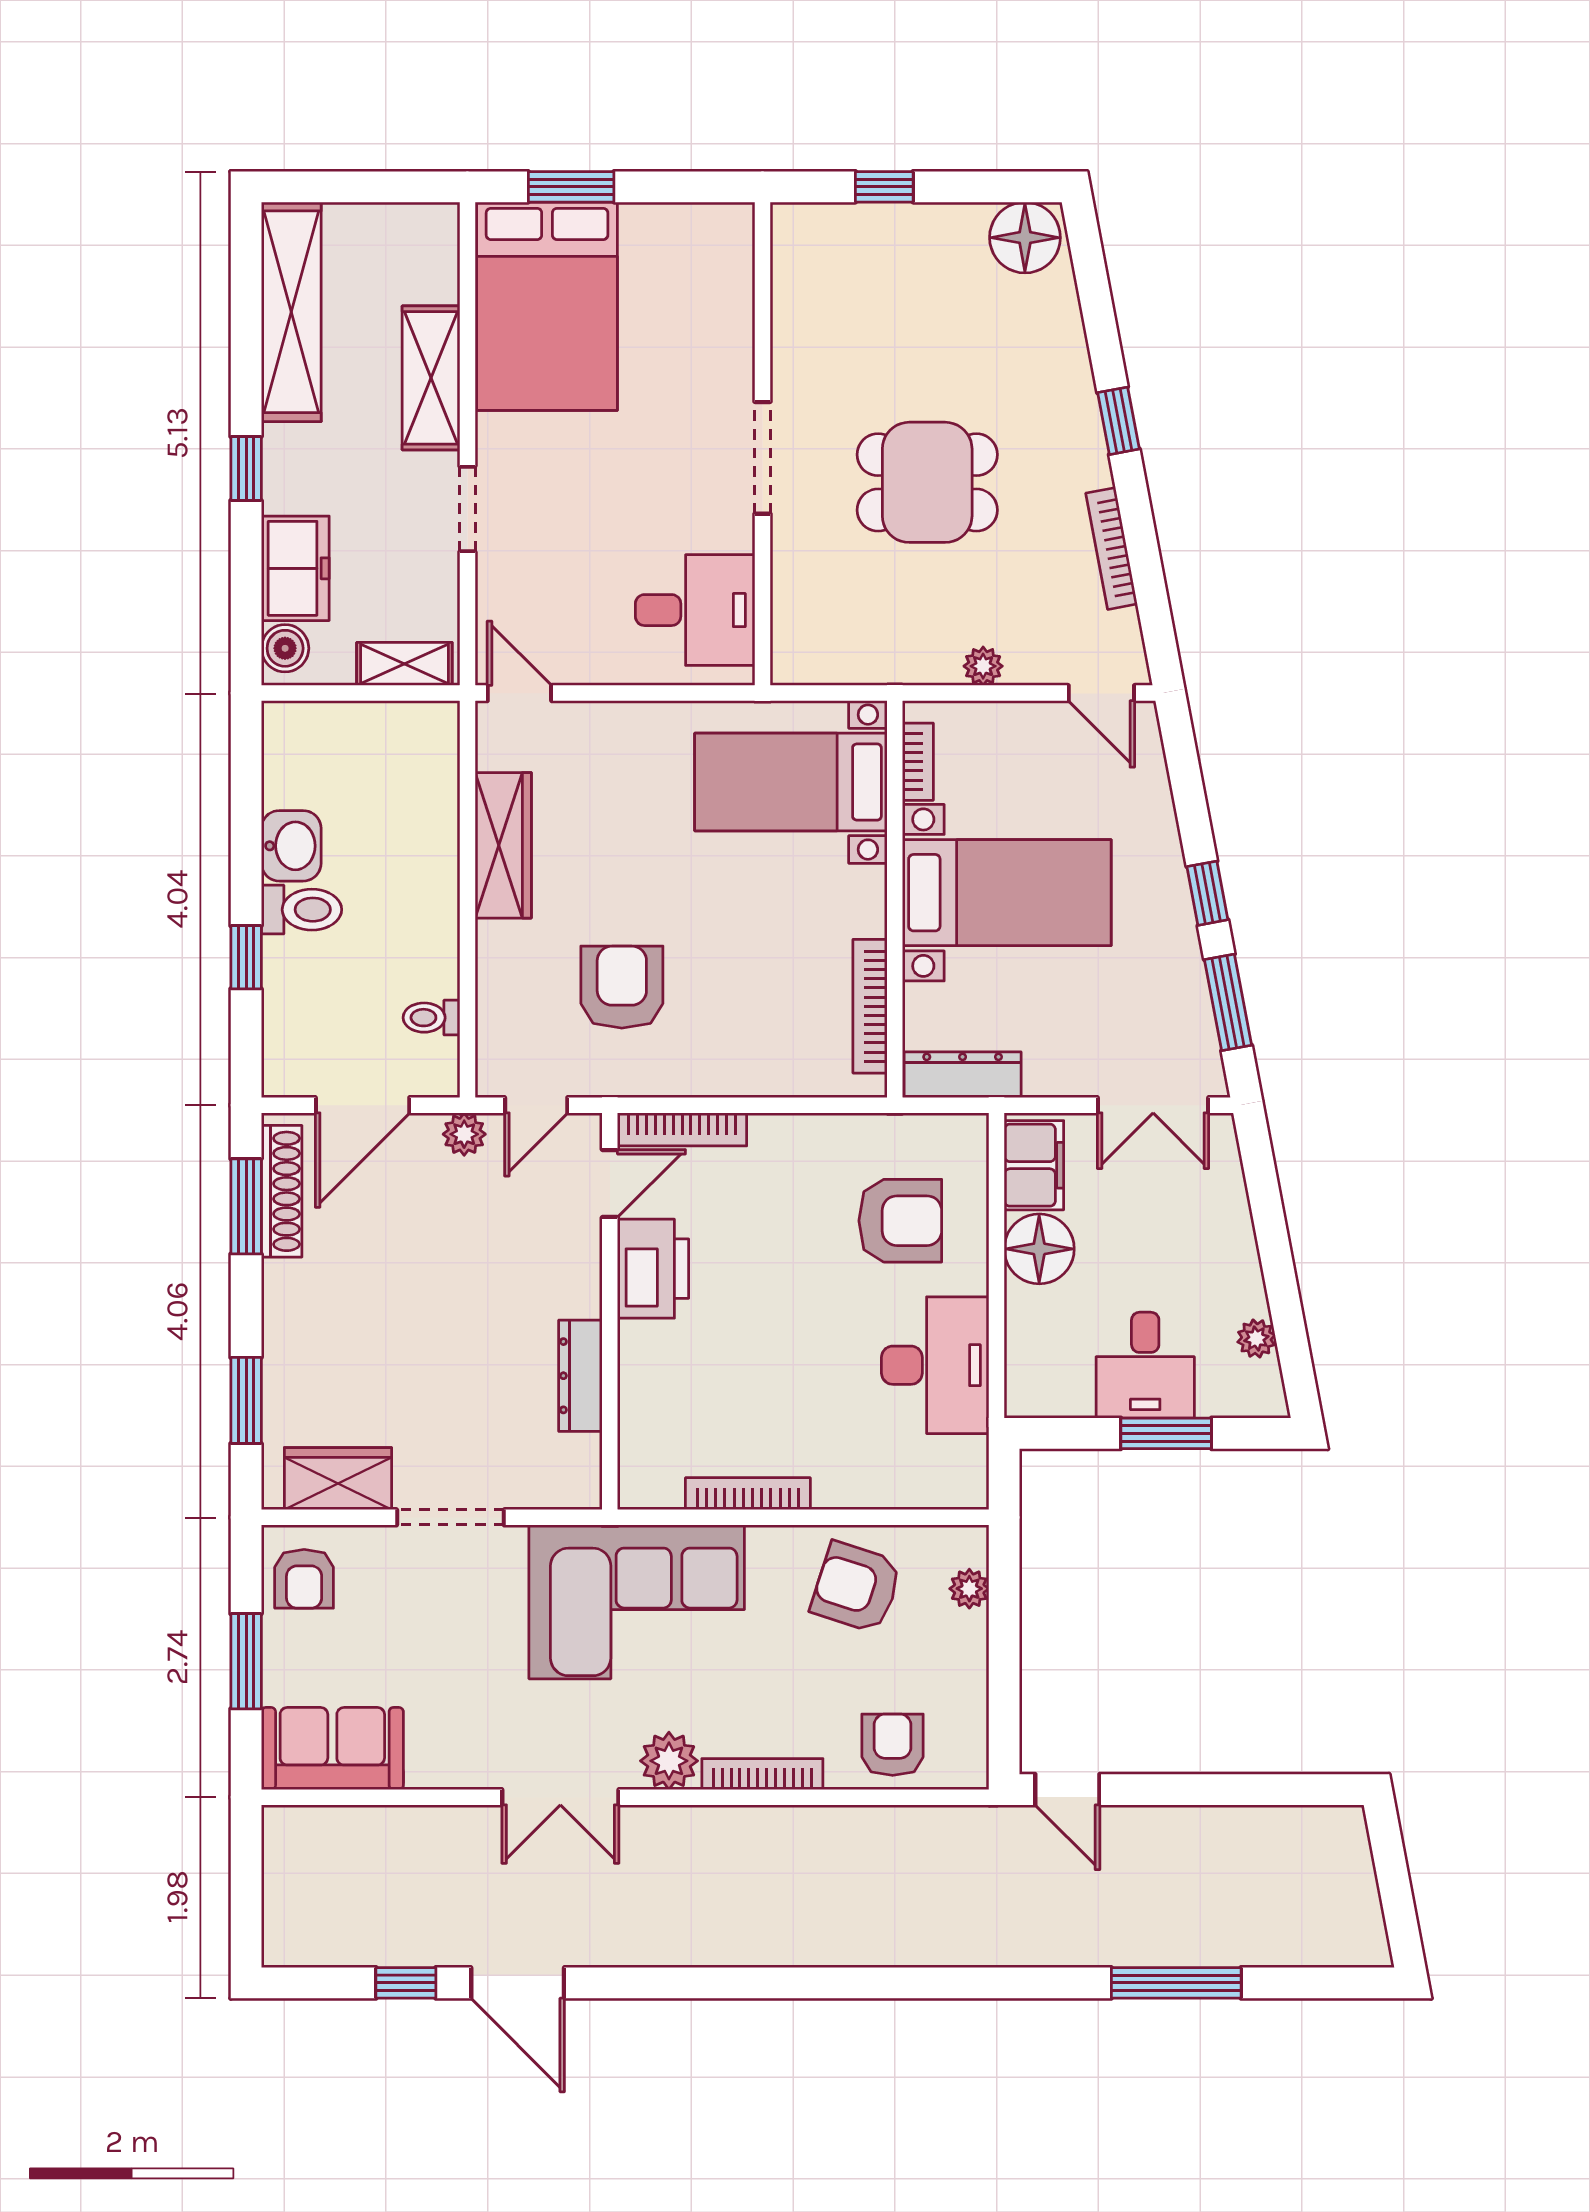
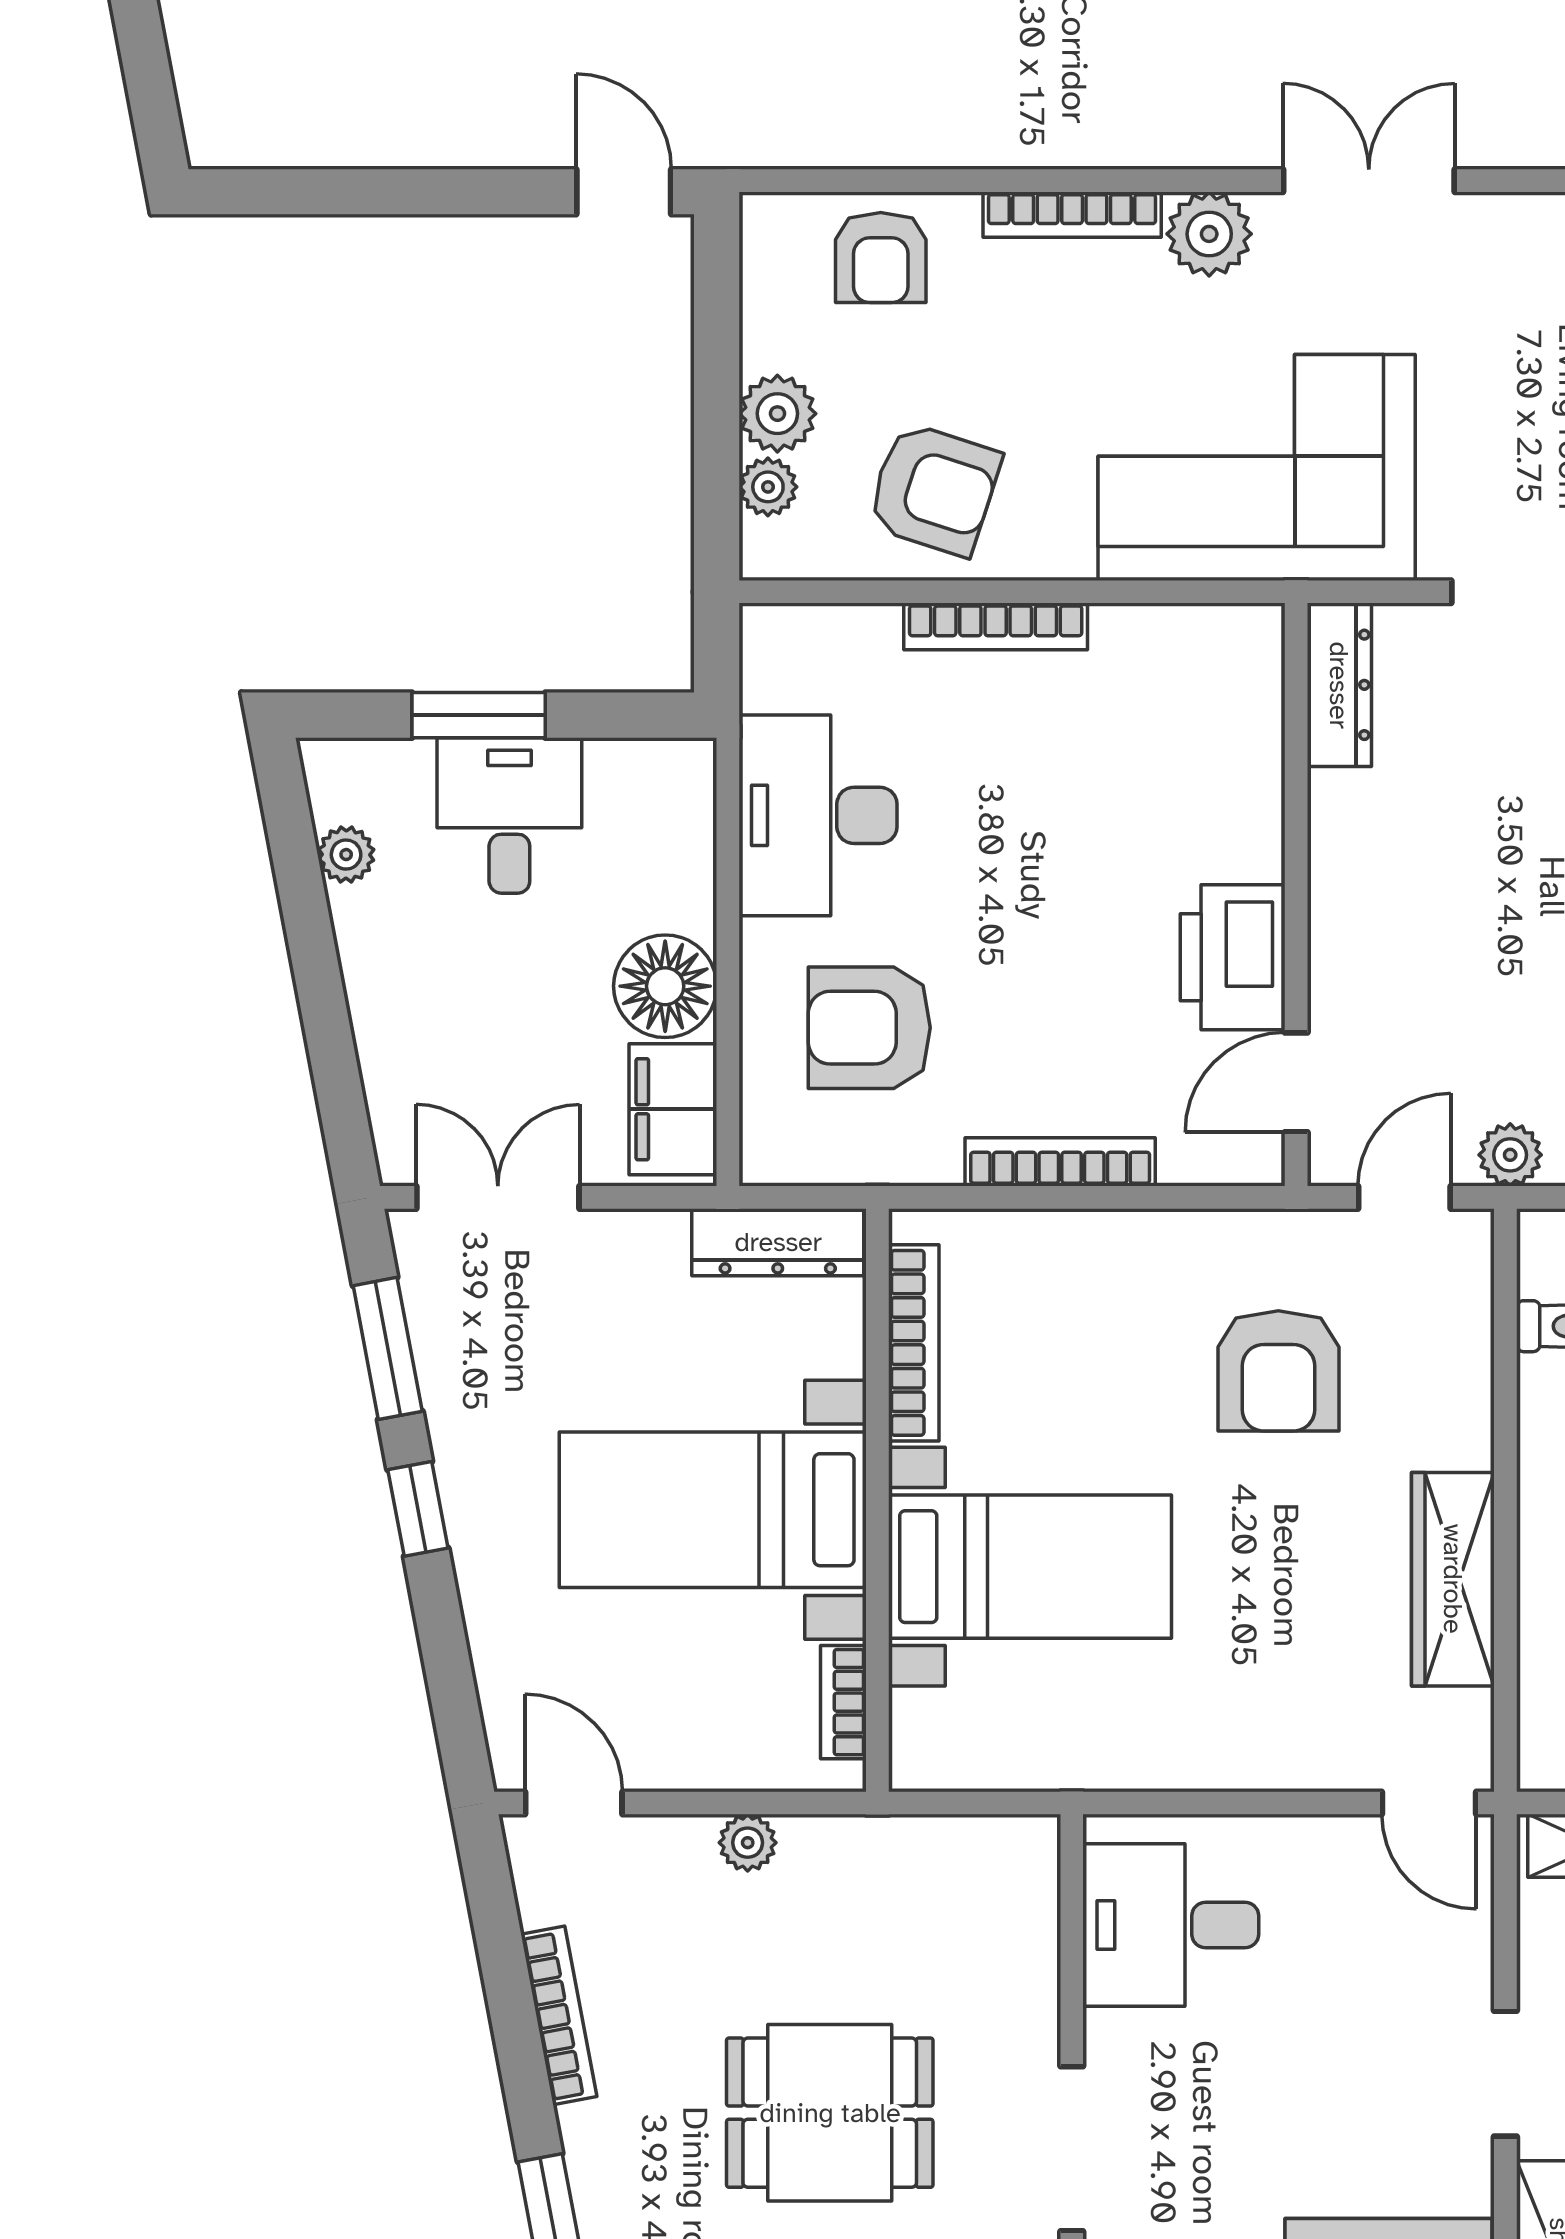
bed with nightstands: (791, 782) -> (1030, 1567), moved
bookcase: (682, 1129) -> (1060, 1162), moved
dresser: (580, 1376) -> (1339, 685), moved
bookcase: (748, 1494) -> (996, 626), moved
plant: (963, 1639) -> (777, 414), added

